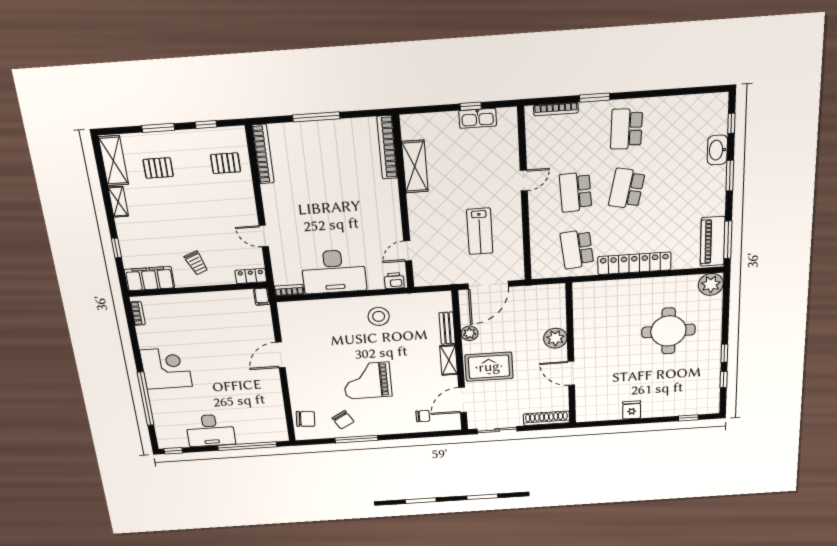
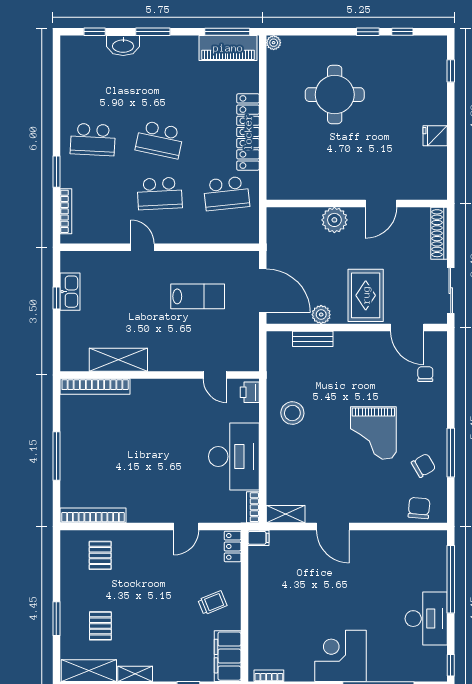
window: (206, 125) -> (56, 569), removed
plant: (711, 284) -> (274, 43), width x0.53, depth x0.53
shelving: (449, 360) -> (286, 514), moved

